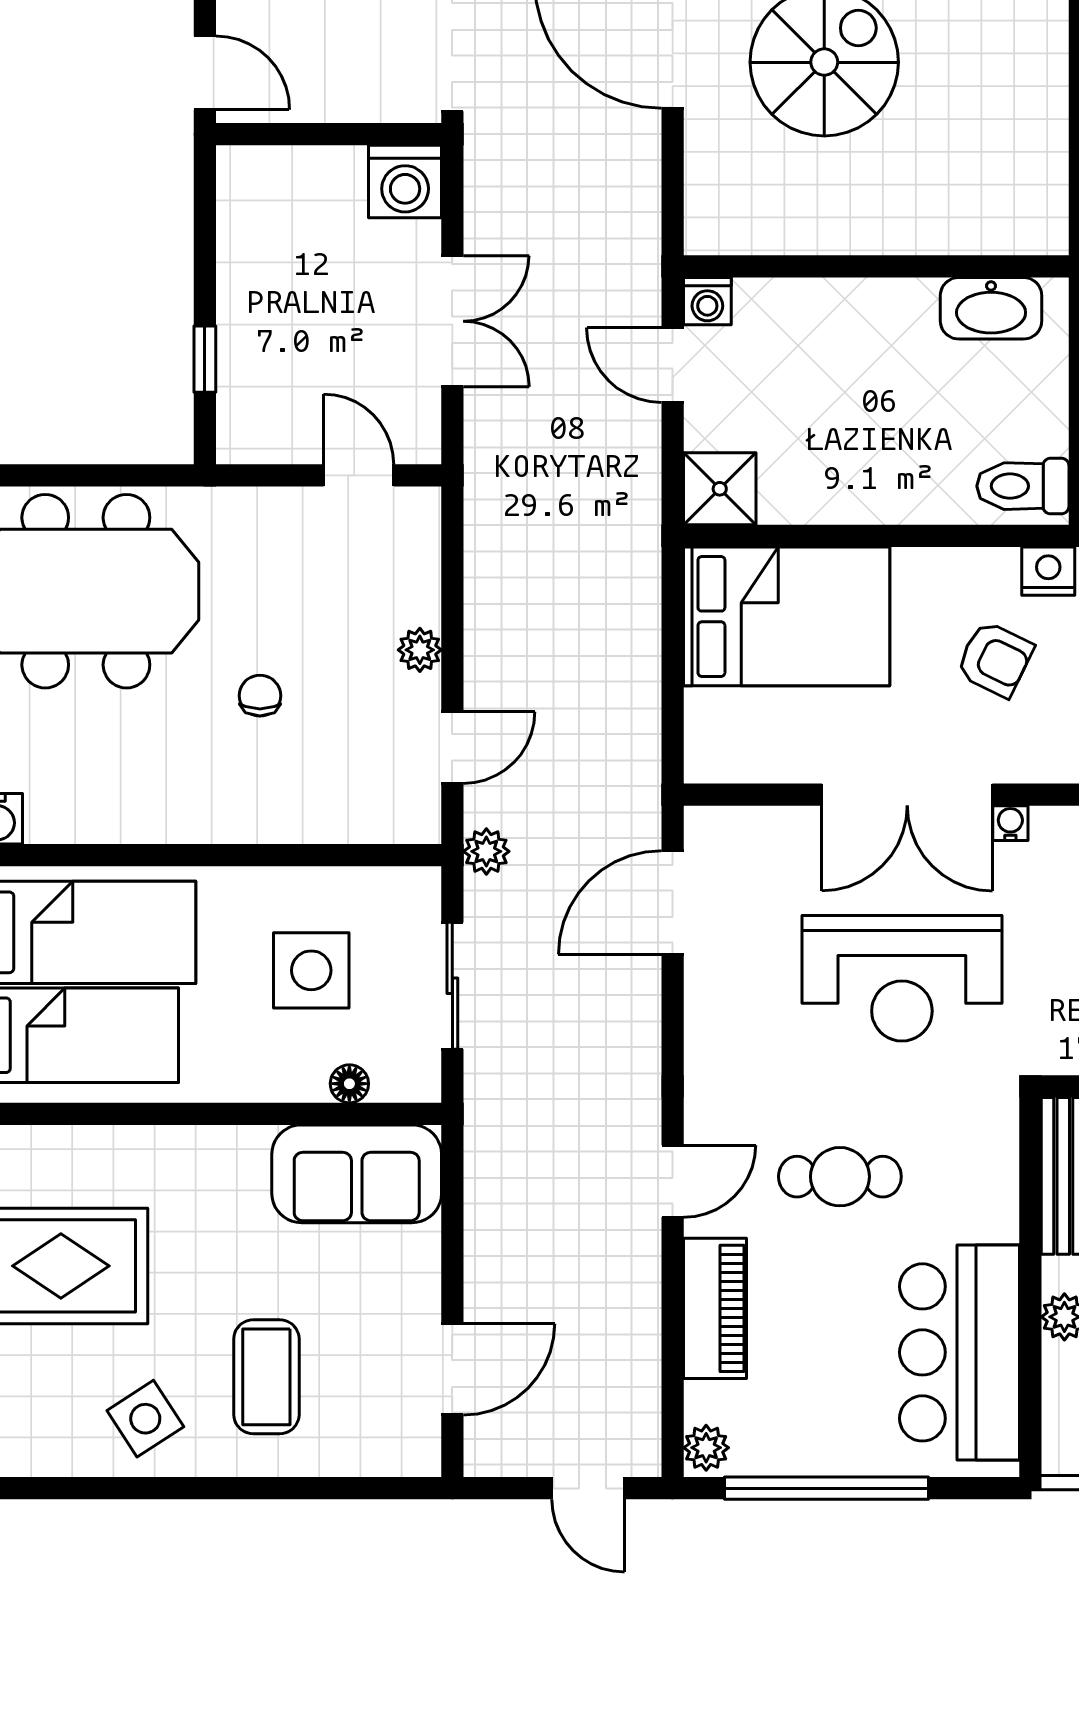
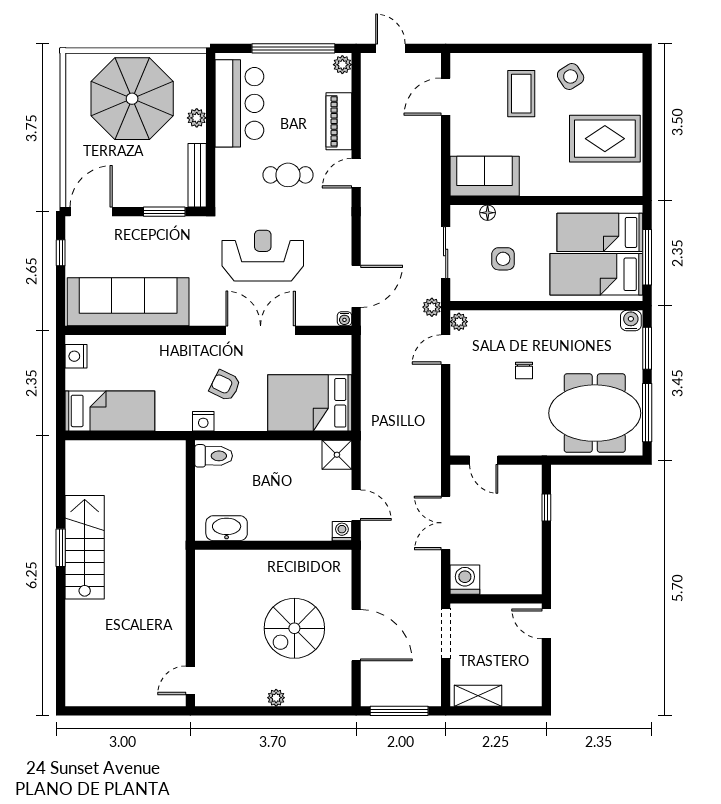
plant: (420, 650) -> (459, 322), moved
water cooler: (1010, 823) -> (344, 319), moved
side table: (311, 970) -> (503, 259), width x0.73, depth x0.73

